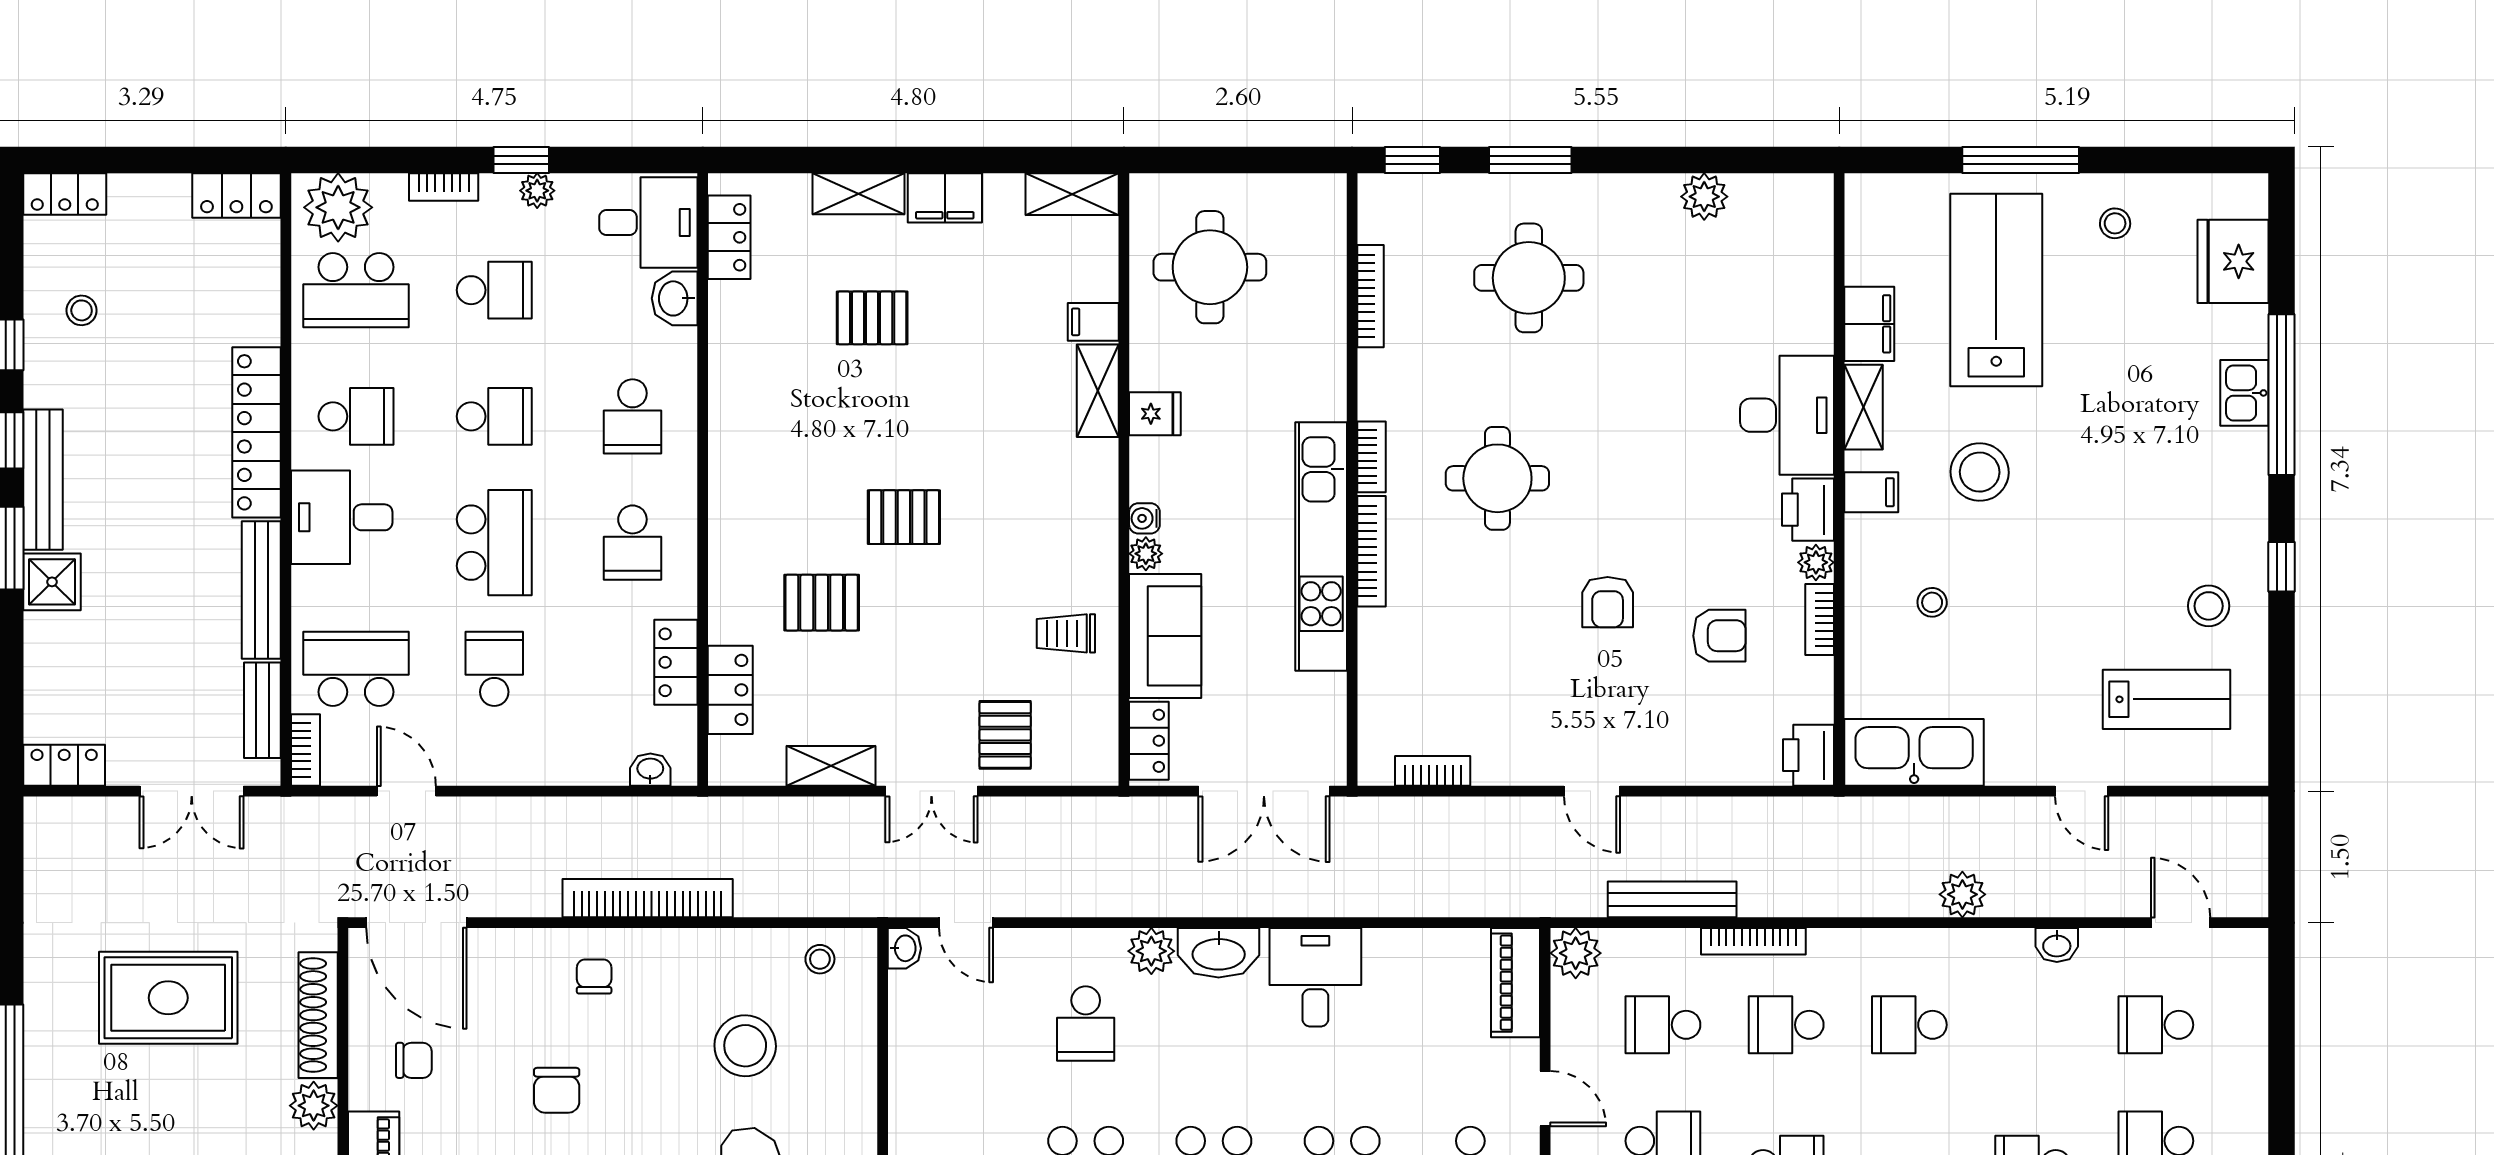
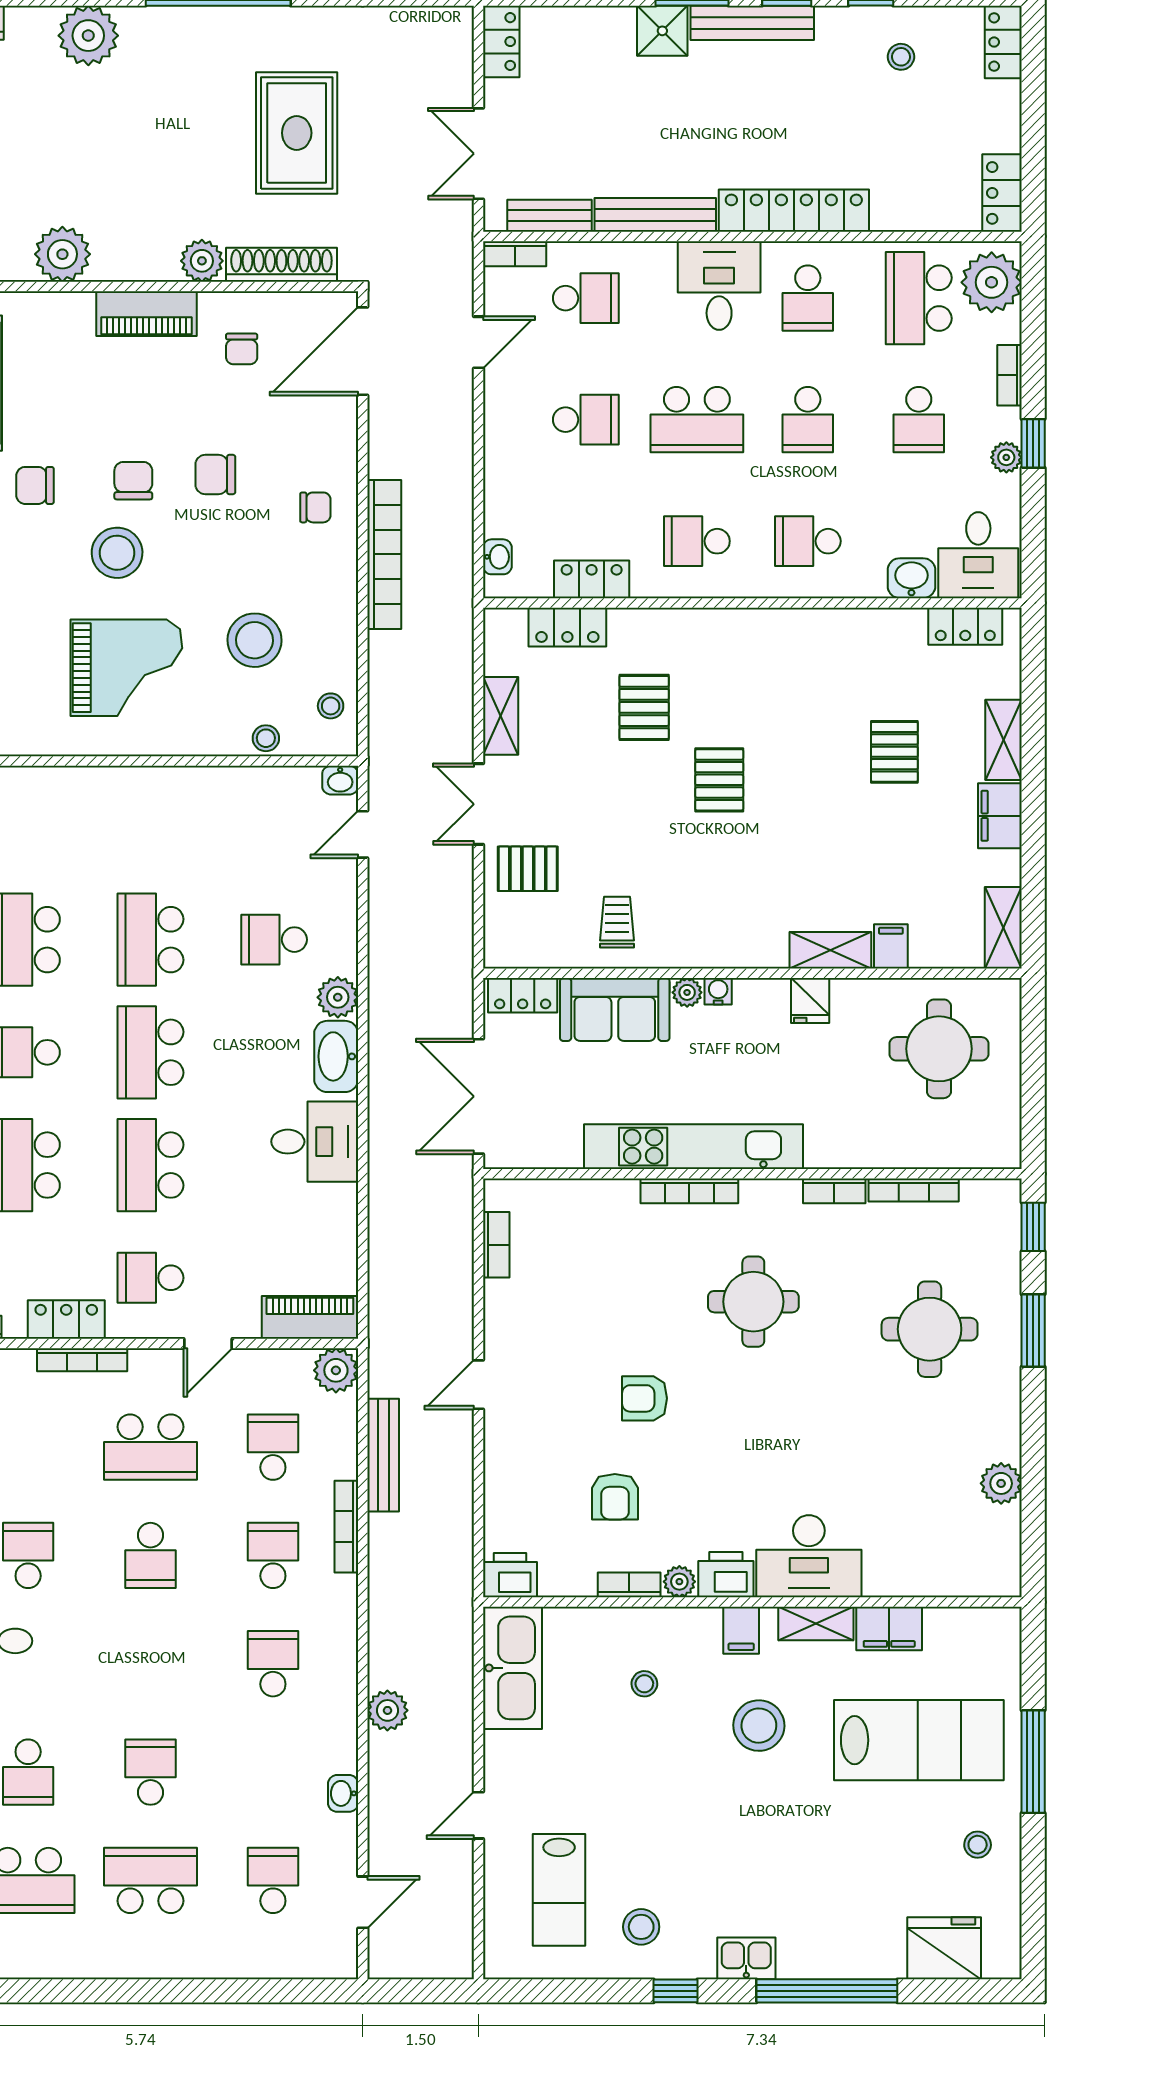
kitchen sink: (2244, 393) -> (746, 1958), moved
bookcase: (1372, 457) -> (834, 1191), moved
school desk: (356, 669) -> (586, 298), width x0.54
stool: (857, 1033) -> (266, 738), added

